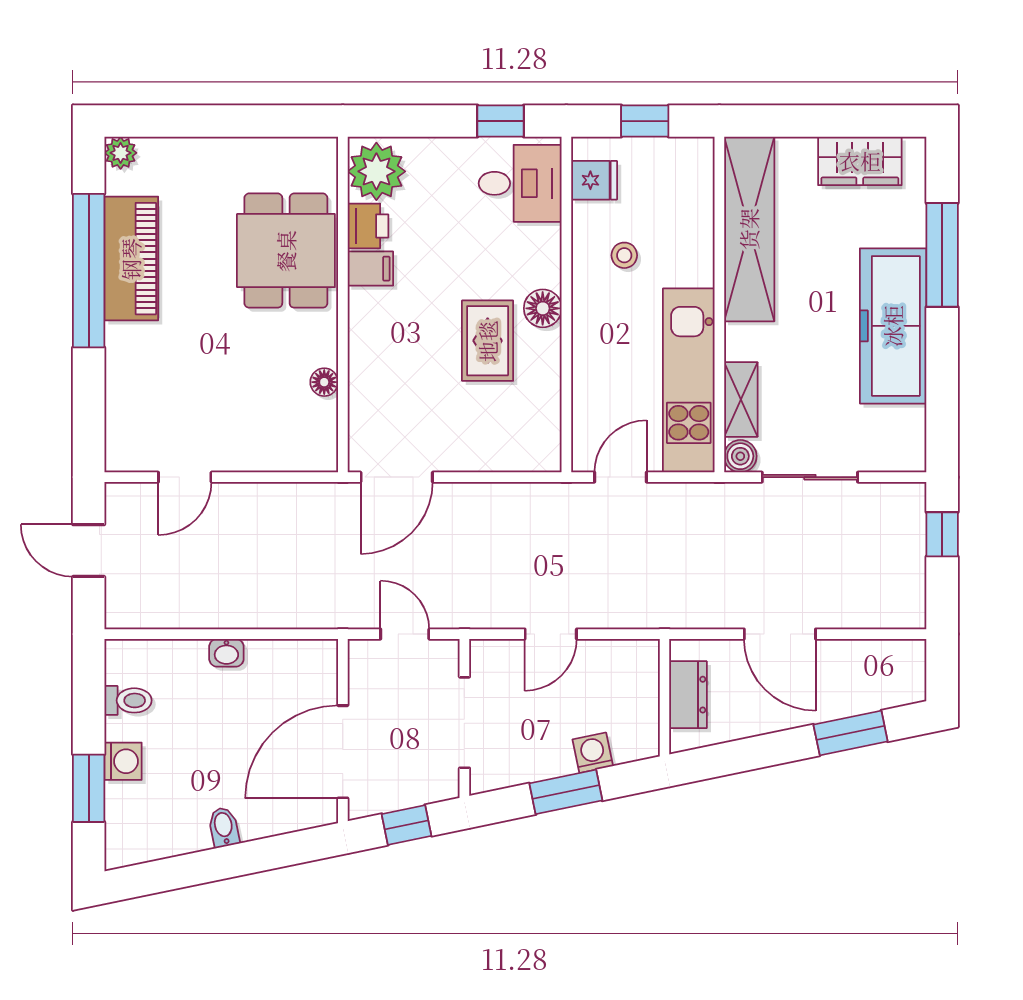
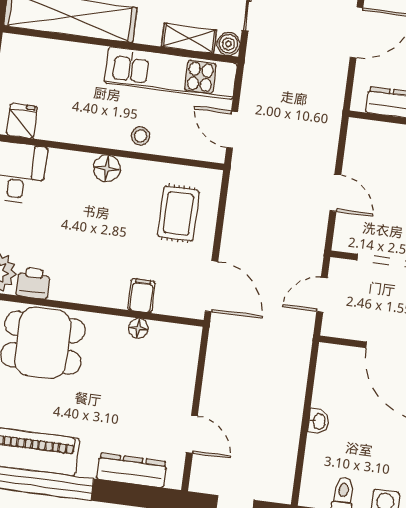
stool: (624, 255) -> (140, 136), moved
filing cabinet: (370, 269) -> (141, 296), moved
rug: (488, 341) -> (178, 214), moved, turned 90
dresser: (123, 399) -> (132, 470), added

